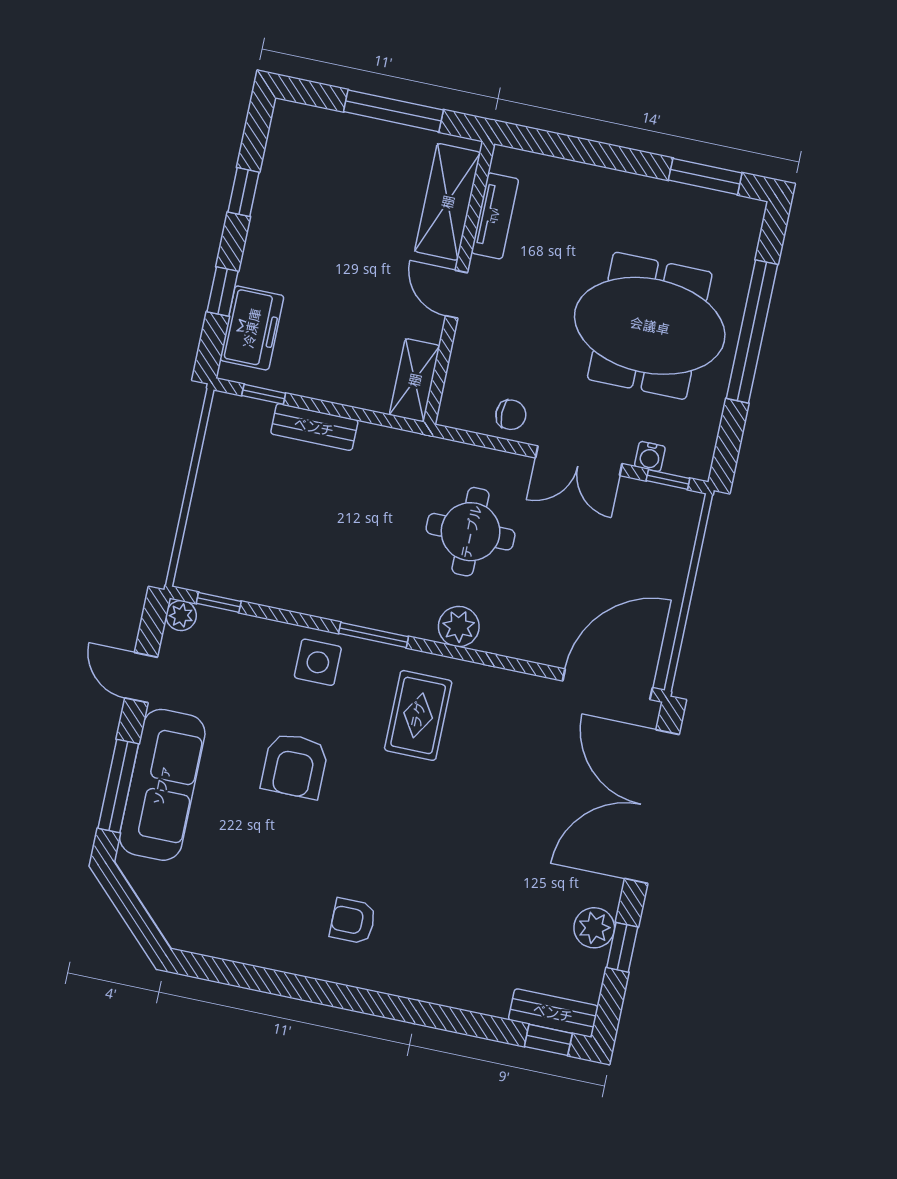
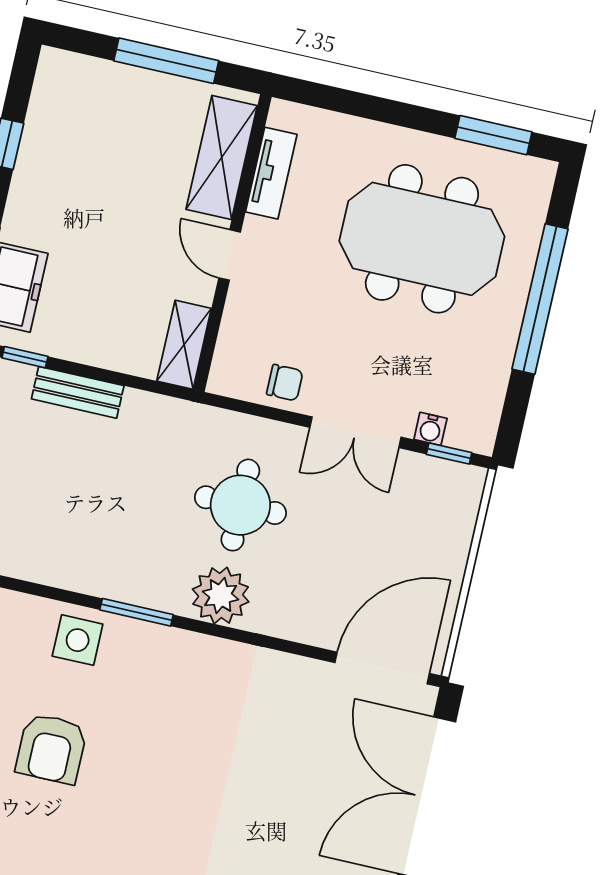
meeting table: (650, 326) -> (422, 239), moved
plant: (459, 627) -> (221, 595), width x1.36, depth x1.36
rug: (418, 715) -> (182, 698), removed

